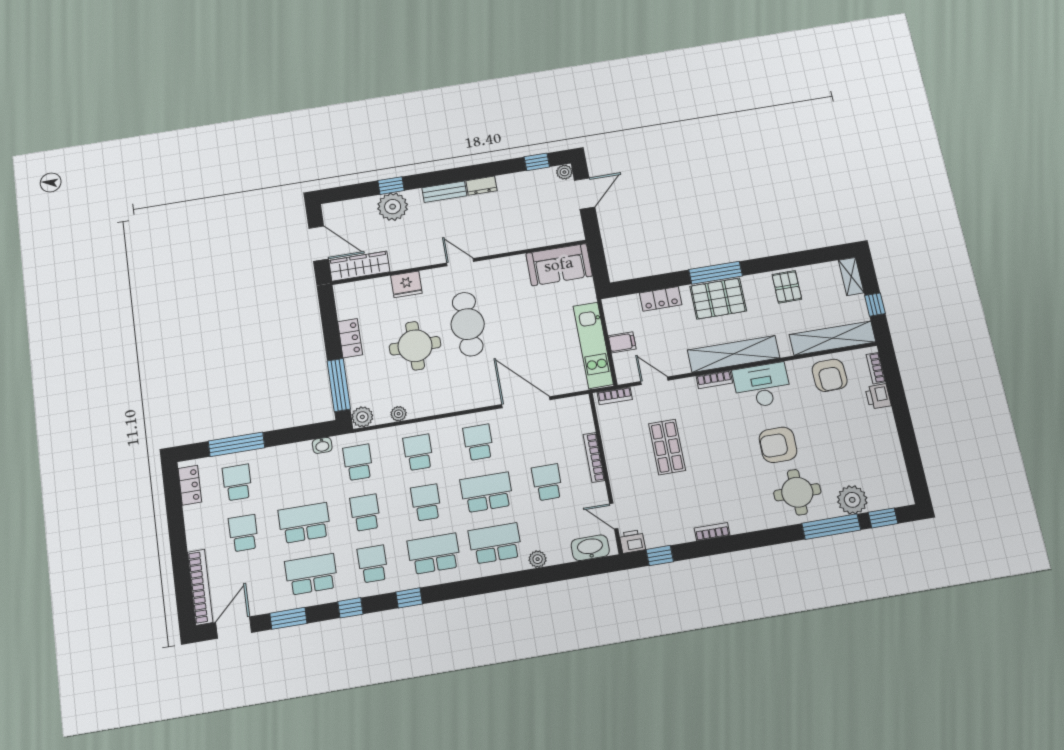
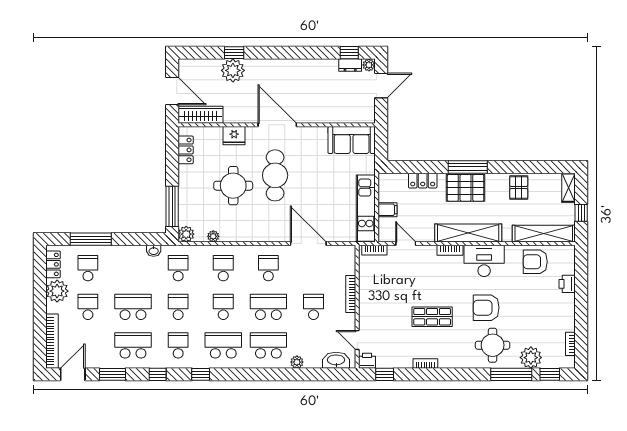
dresser: (481, 186) -> (350, 65), moved
bench: (444, 192) -> (274, 65), removed
door: (460, 262) -> (277, 125), width x1.88
locker: (350, 338) -> (186, 150), moved
bookcase: (876, 368) -> (570, 344), moved
armchair: (830, 375) -> (535, 262), turned 92
shop shelf: (667, 447) -> (432, 317), moved, turned 90
plant: (199, 519) -> (57, 291), added

